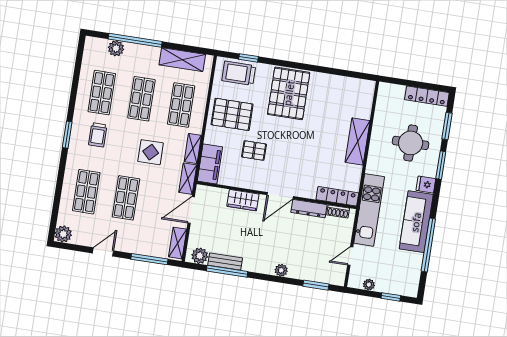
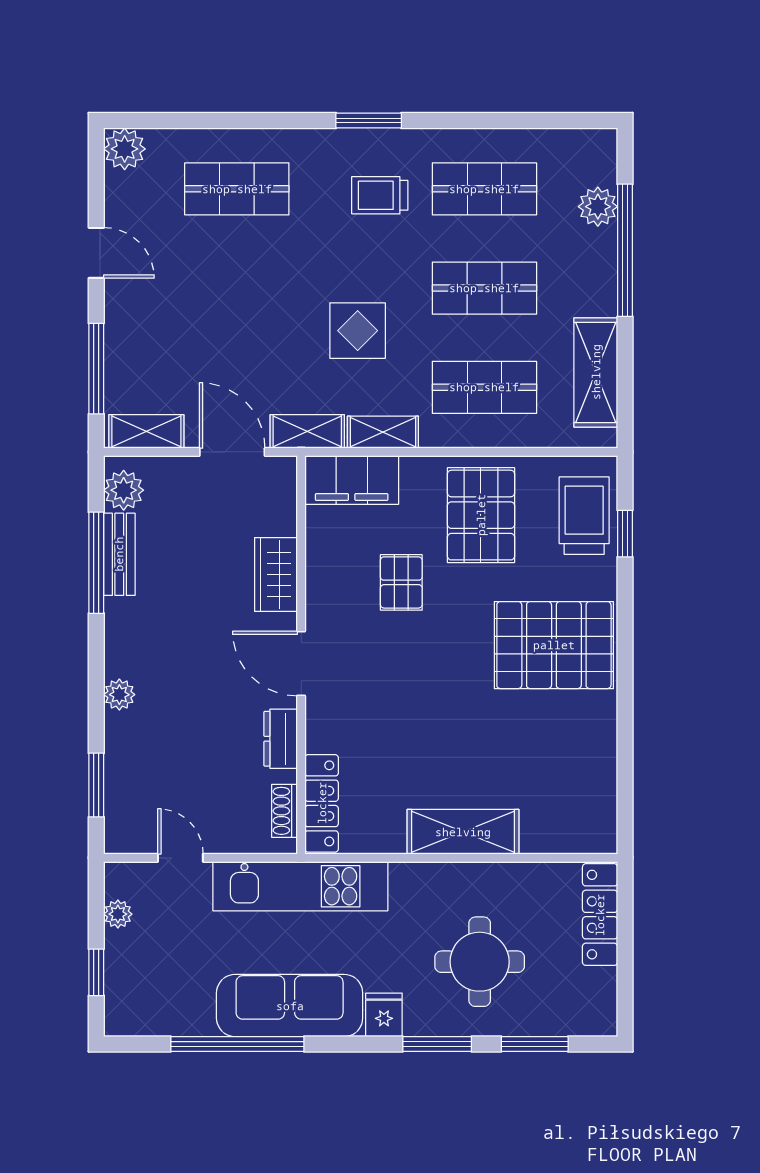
locker: (427, 96) -> (600, 915), moved
shop shelf: (126, 198) -> (237, 288), removed
dresser: (309, 209) -> (281, 739), width x0.70

